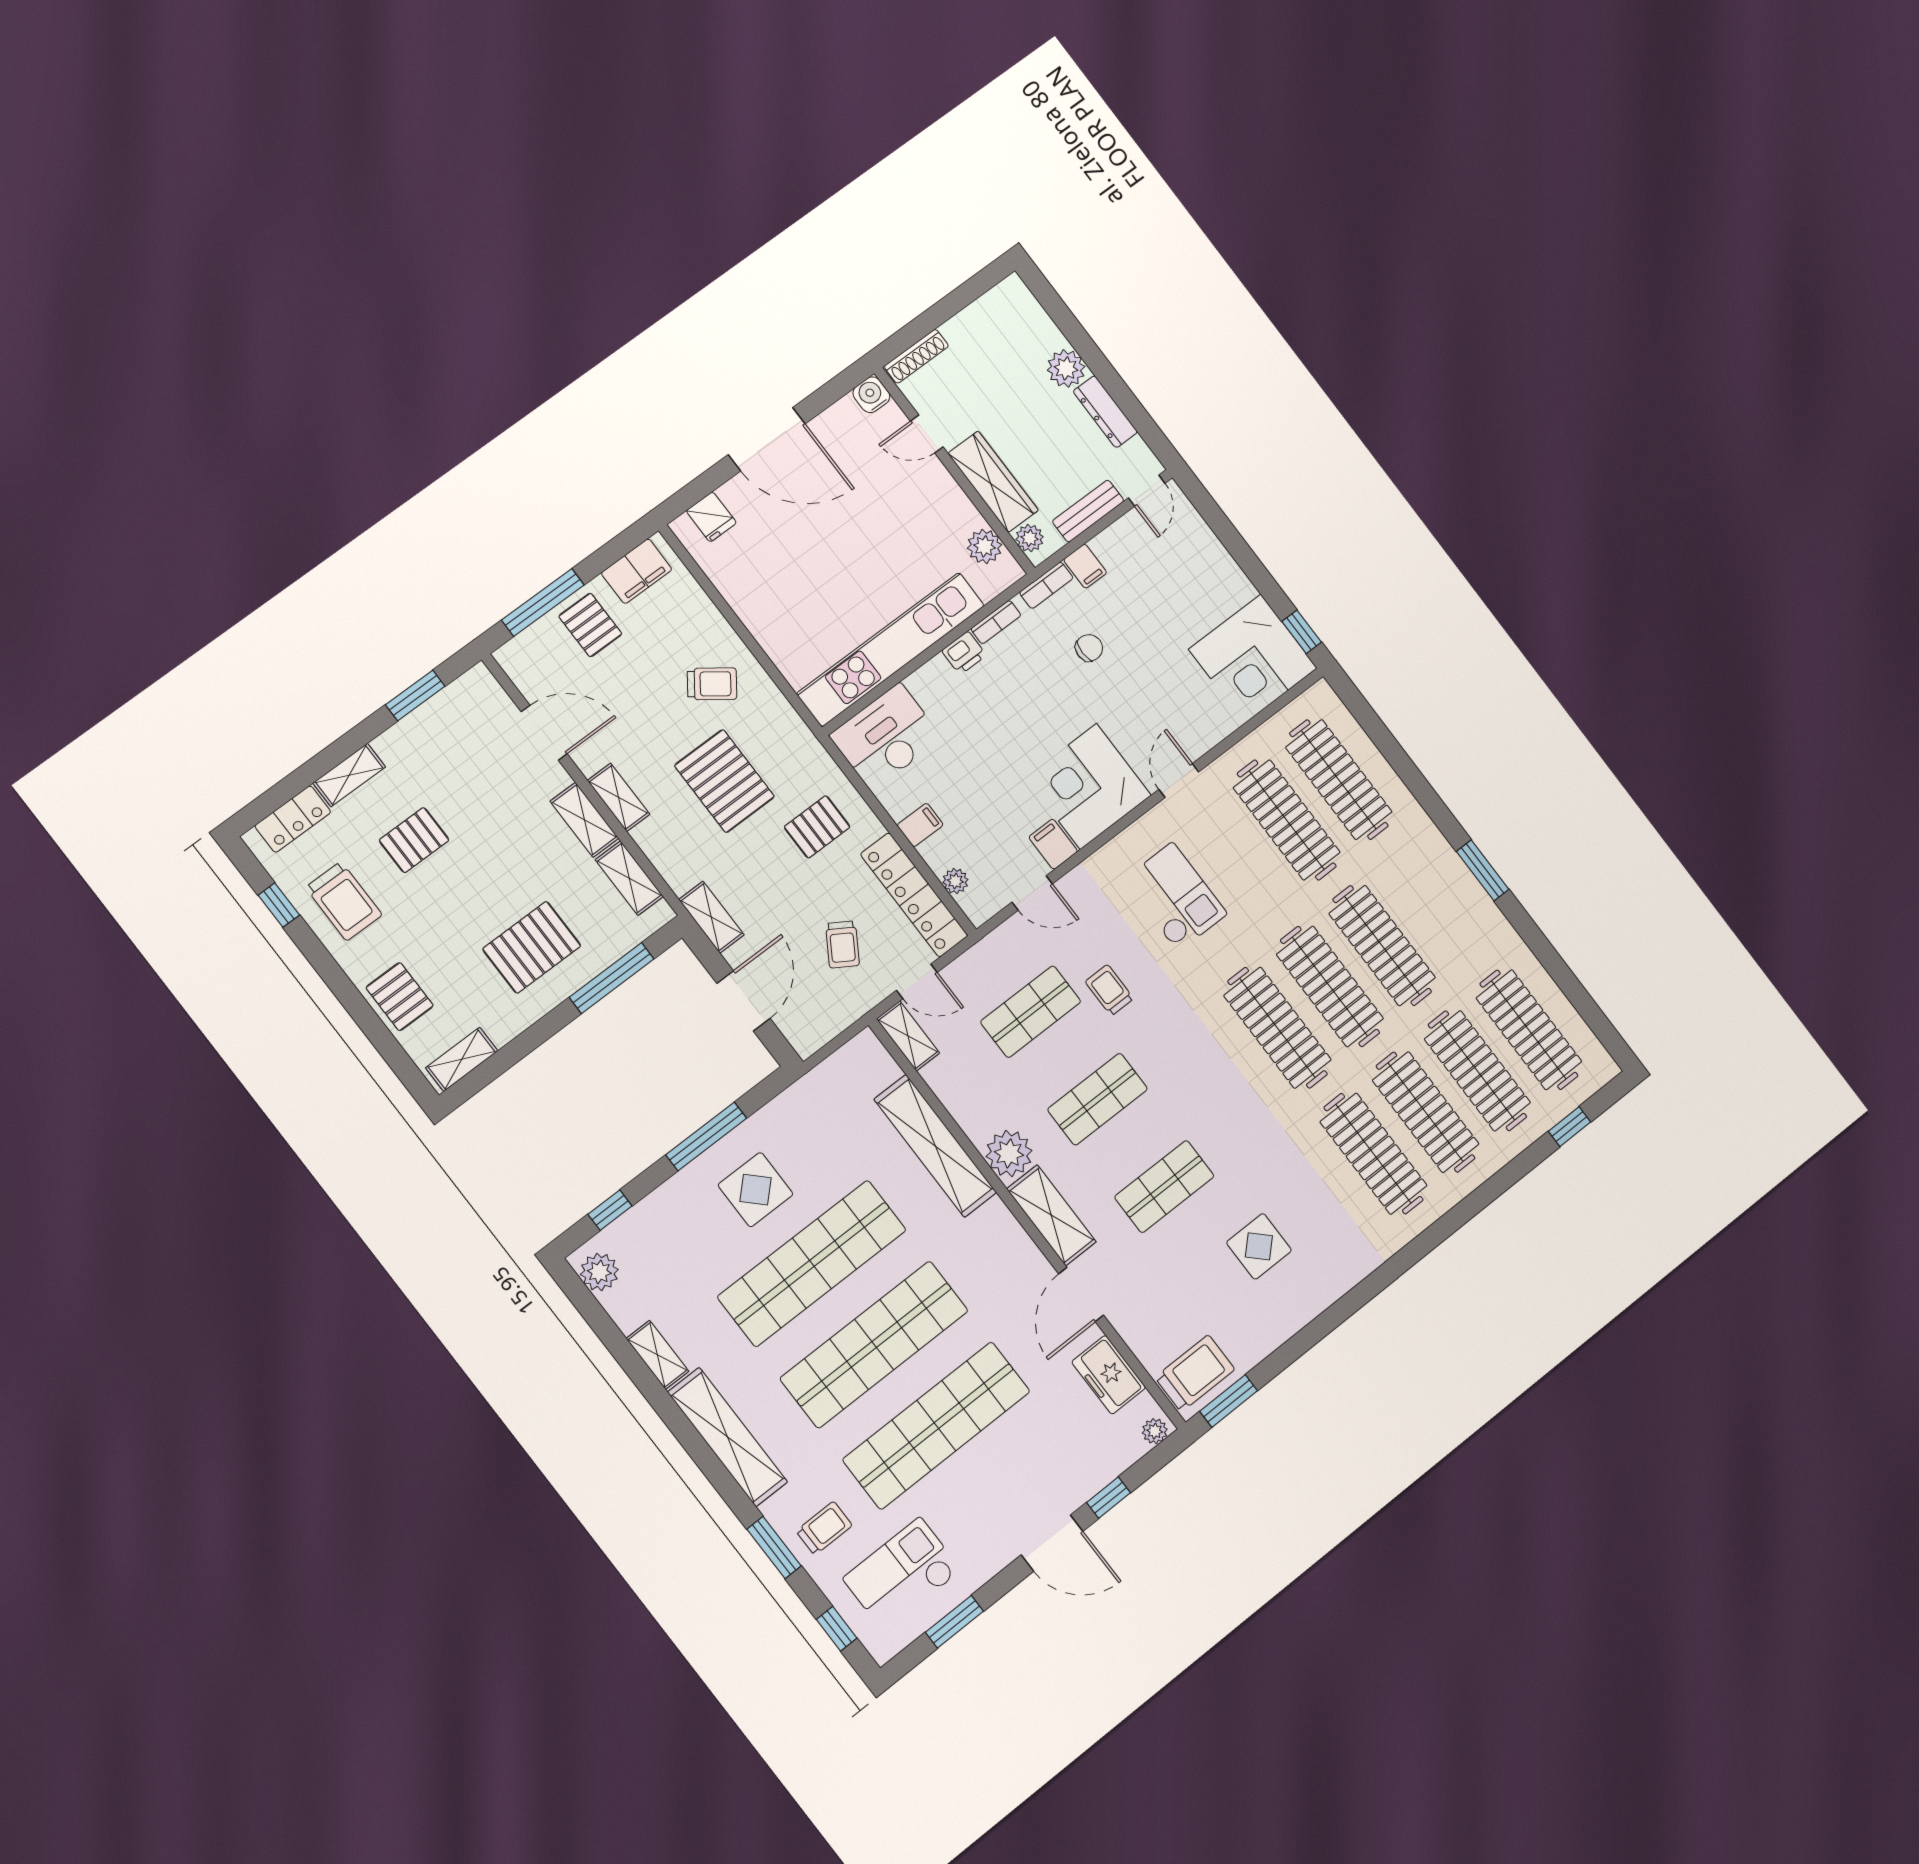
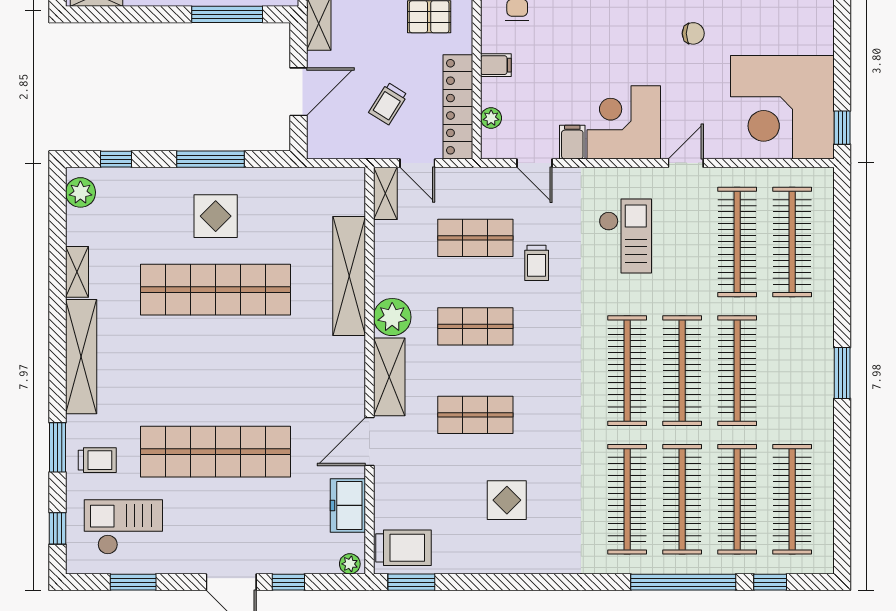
corner desk: (1253, 659) -> (782, 107), width x1.36, depth x1.36
trolley: (1109, 990) -> (537, 263), turned 180
window: (1488, 1192) -> (683, 582), added
shop shelf: (874, 1344) -> (215, 371), removed

